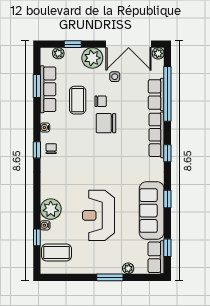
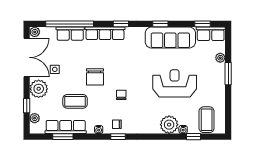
chair: (101, 101) -> (121, 95), moved
reception desk: (99, 215) -> (175, 83), turned 180

